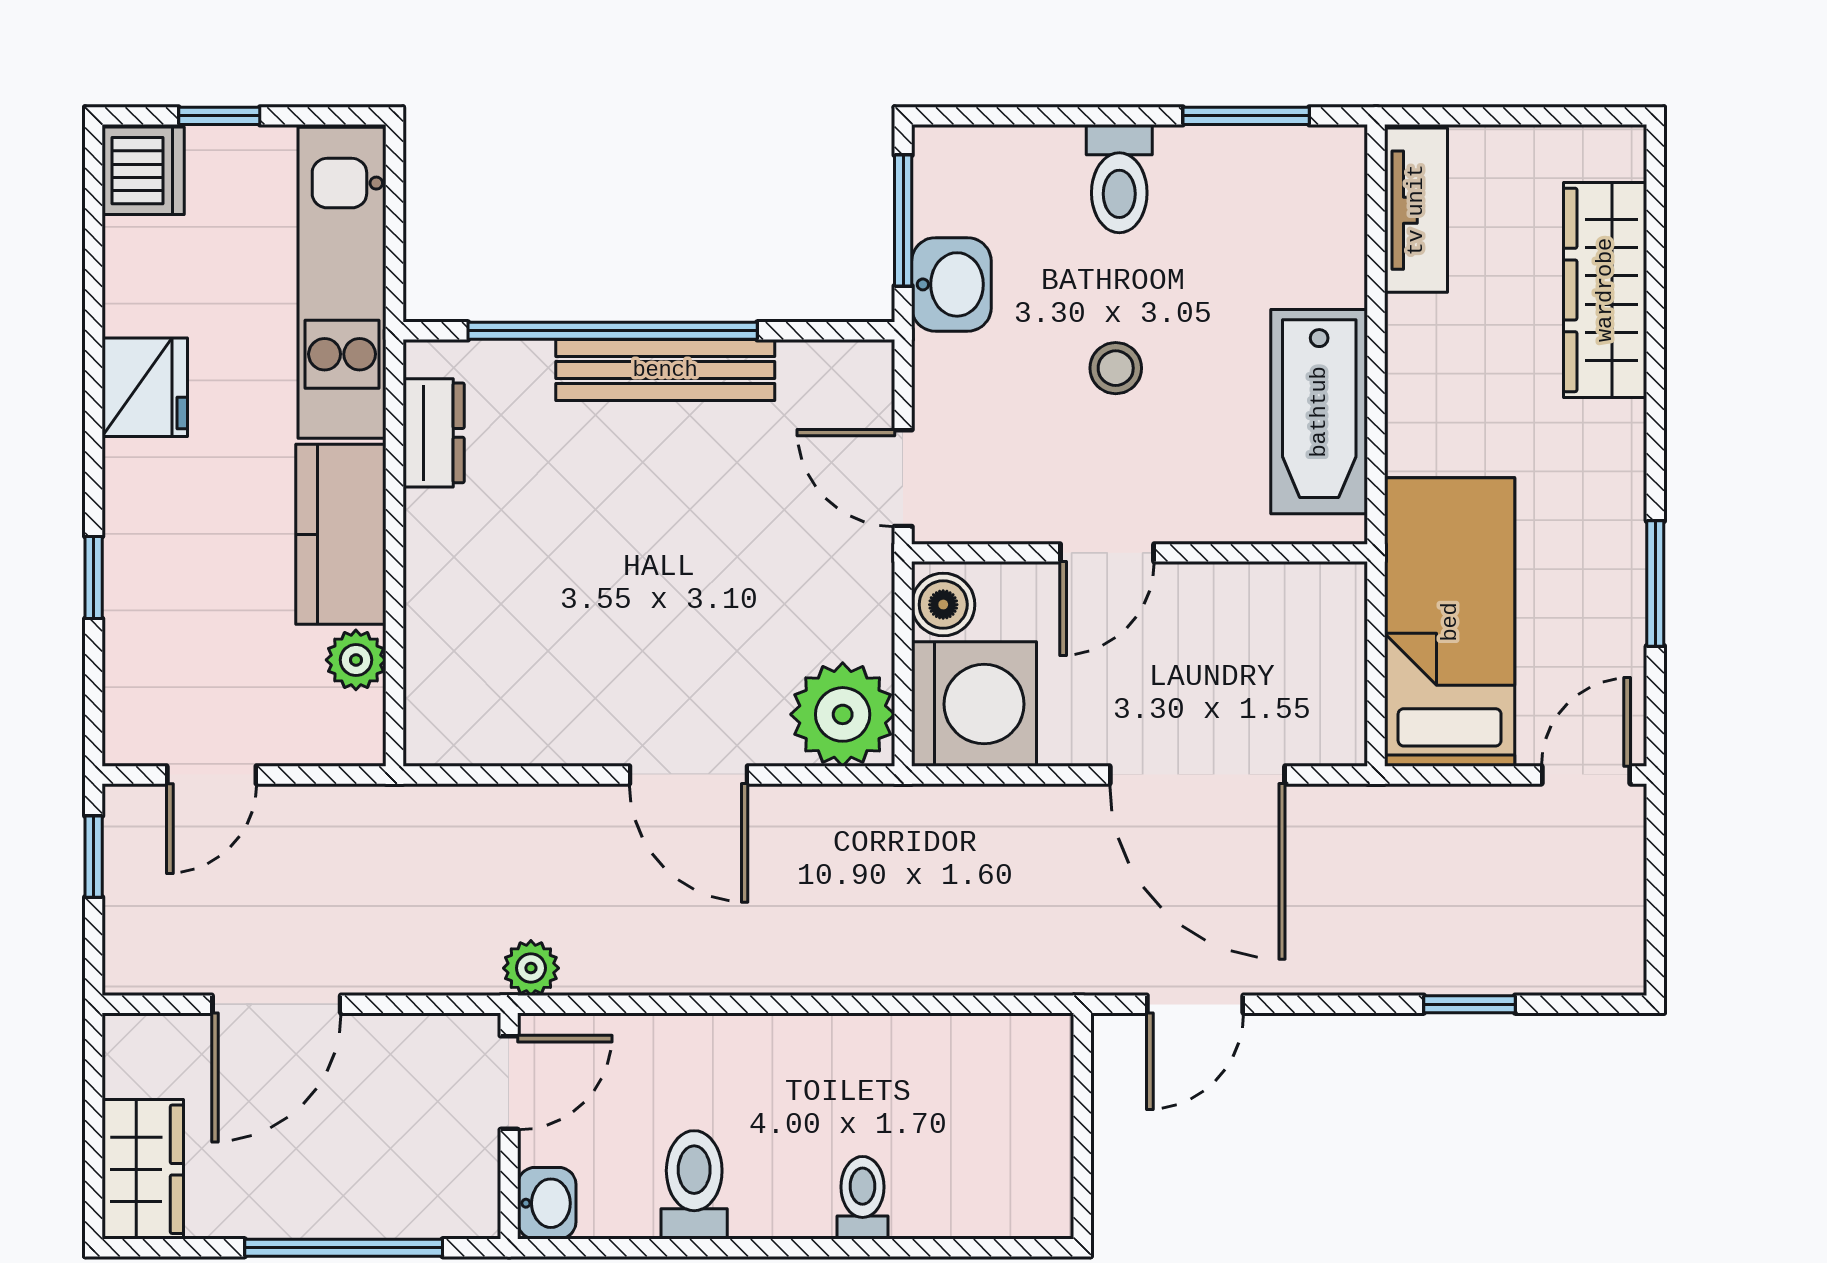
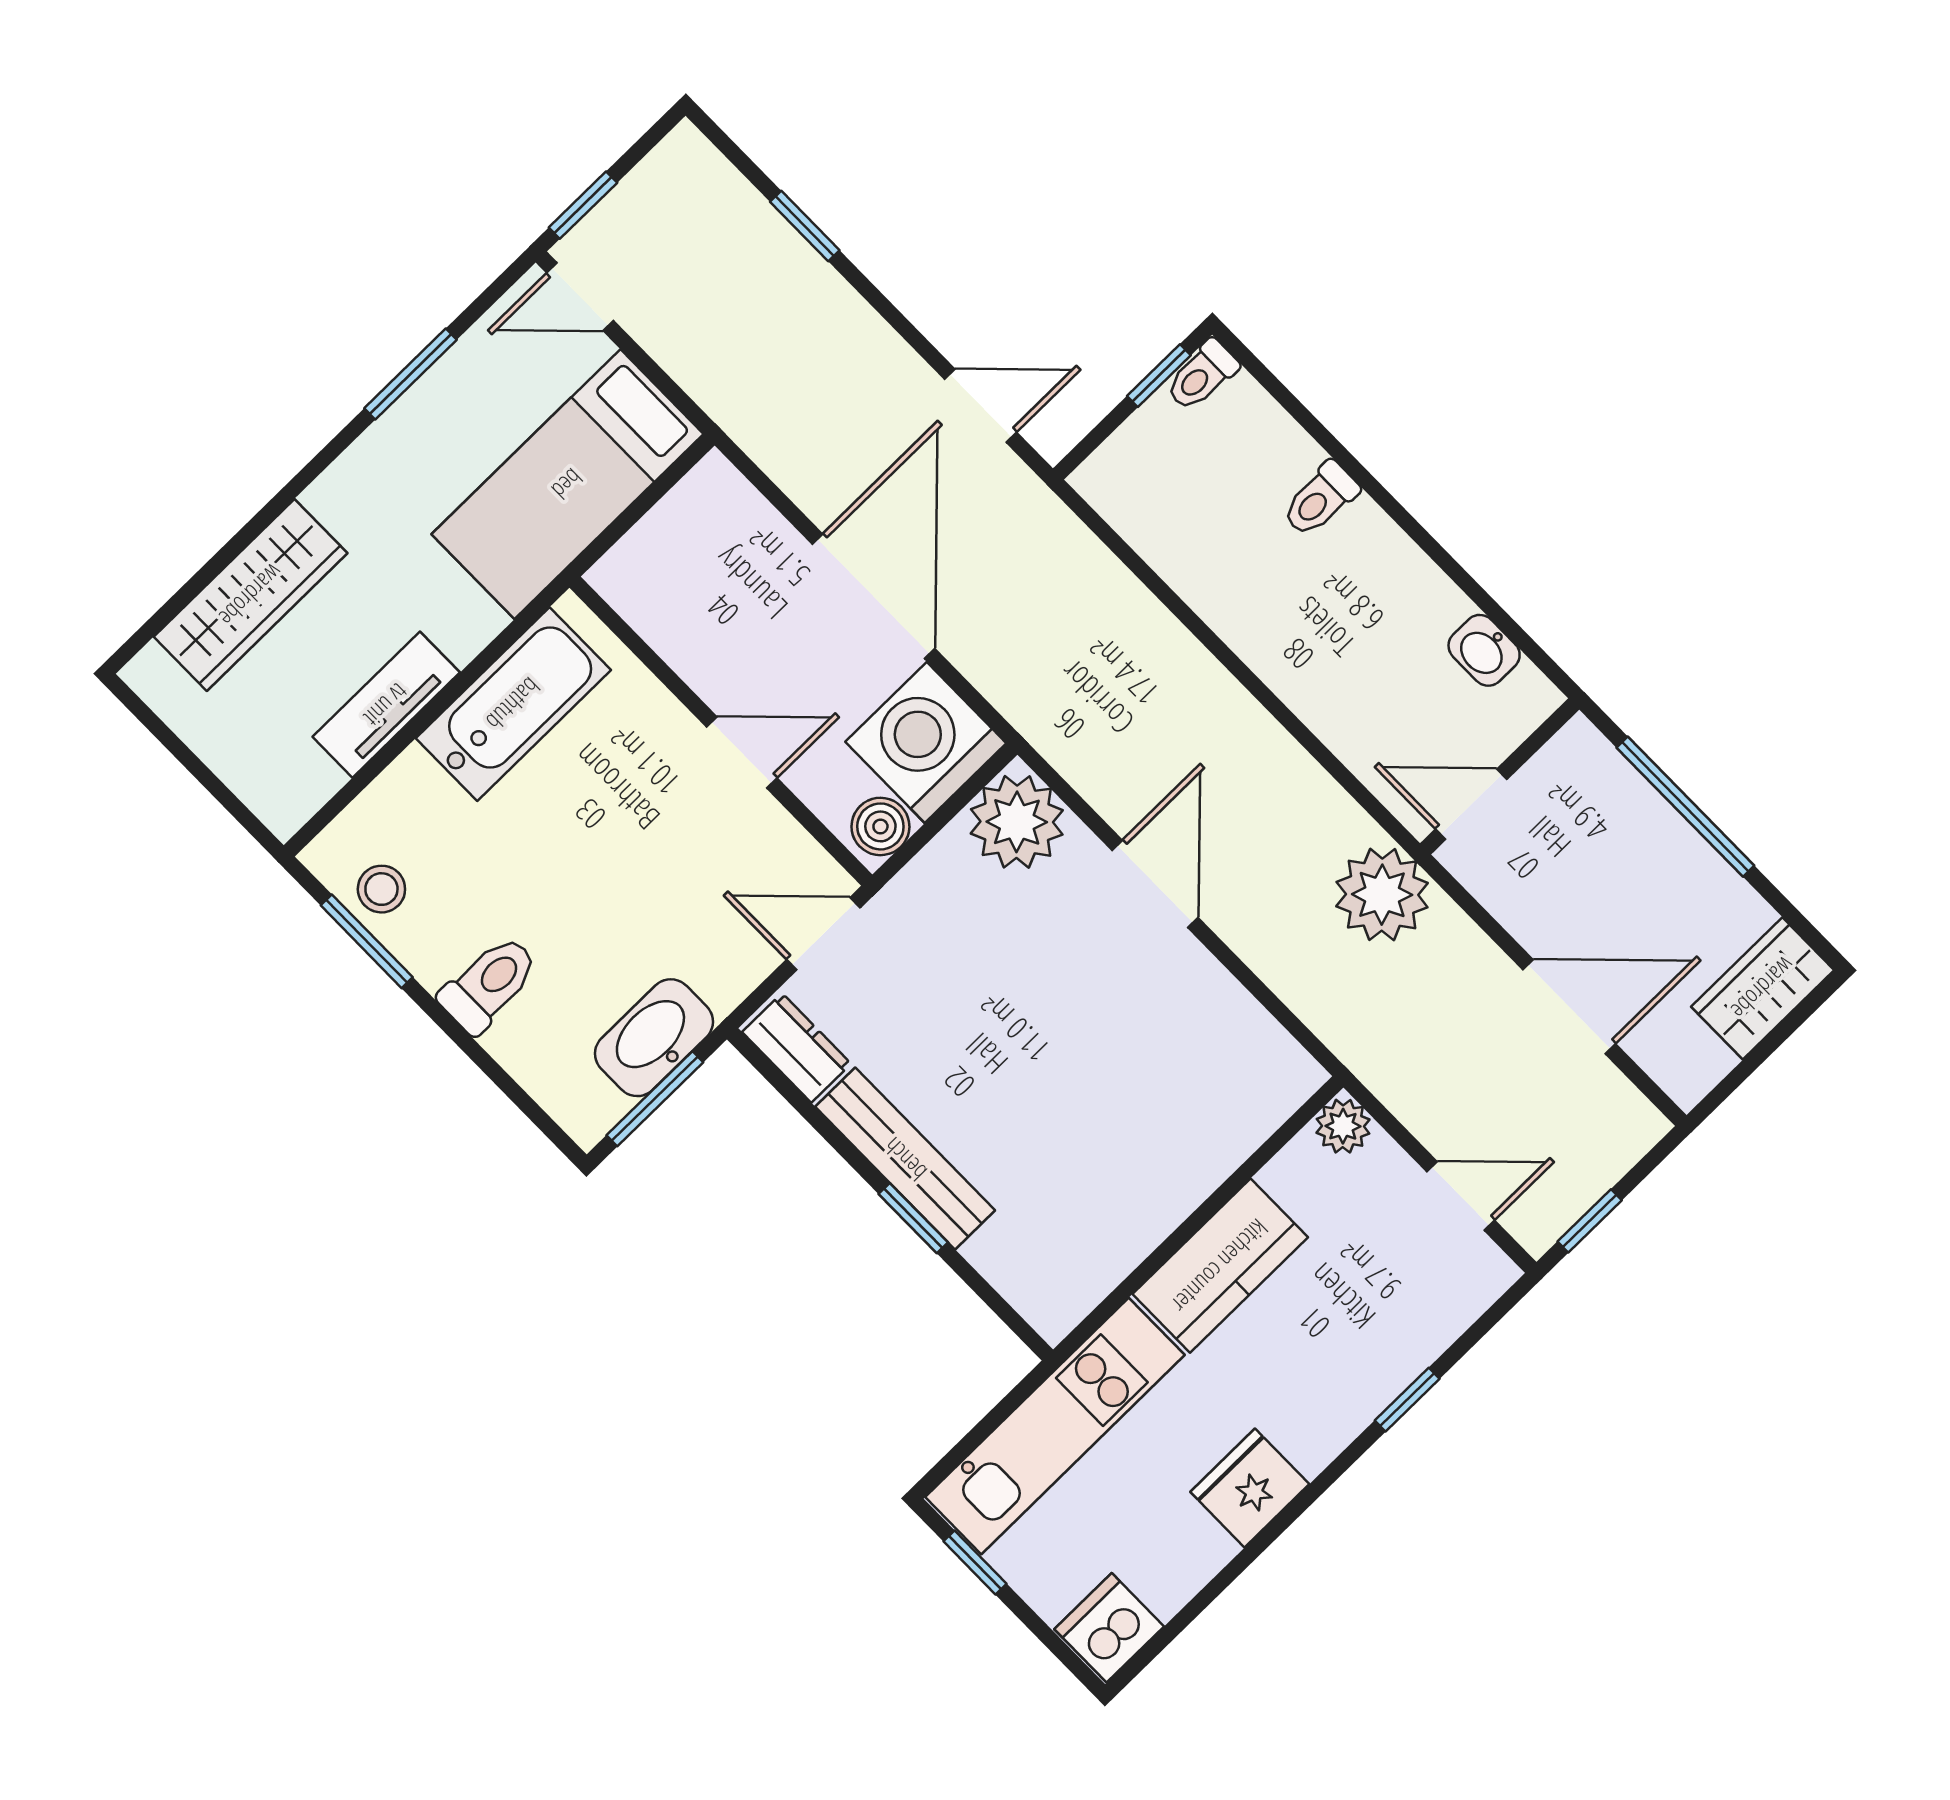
window: (219, 116) -> (975, 1563), moved
tv unit: (1416, 210) -> (386, 705), moved
washbasin: (951, 284) -> (654, 1038), width x1.38
window: (613, 331) -> (913, 1218), width x0.32
stool: (1116, 368) -> (381, 889), moved
dresser: (434, 433) -> (797, 1048), moved, turned 90
door: (903, 478) -> (823, 934), swing flipped
plant: (356, 660) -> (1343, 1126), moved
door: (1197, 775) -> (873, 596), moved
window: (1655, 847) -> (583, 205), added
plant: (531, 968) -> (1382, 895), width x1.88, depth x1.88
window: (1082, 1166) -> (1159, 376), added
toilet: (694, 1185) -> (1202, 375), moved, width x0.73, depth x0.72
washbasin: (547, 1203) -> (1484, 650), moved, turned -90

